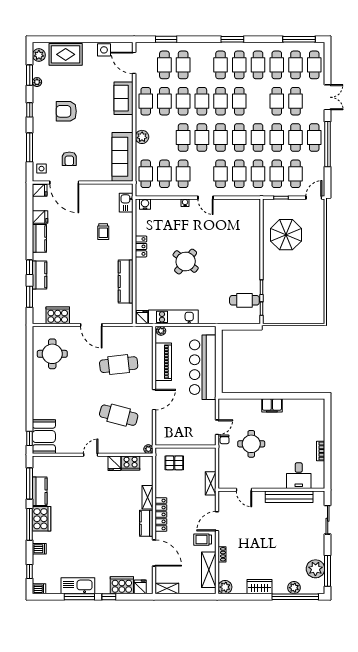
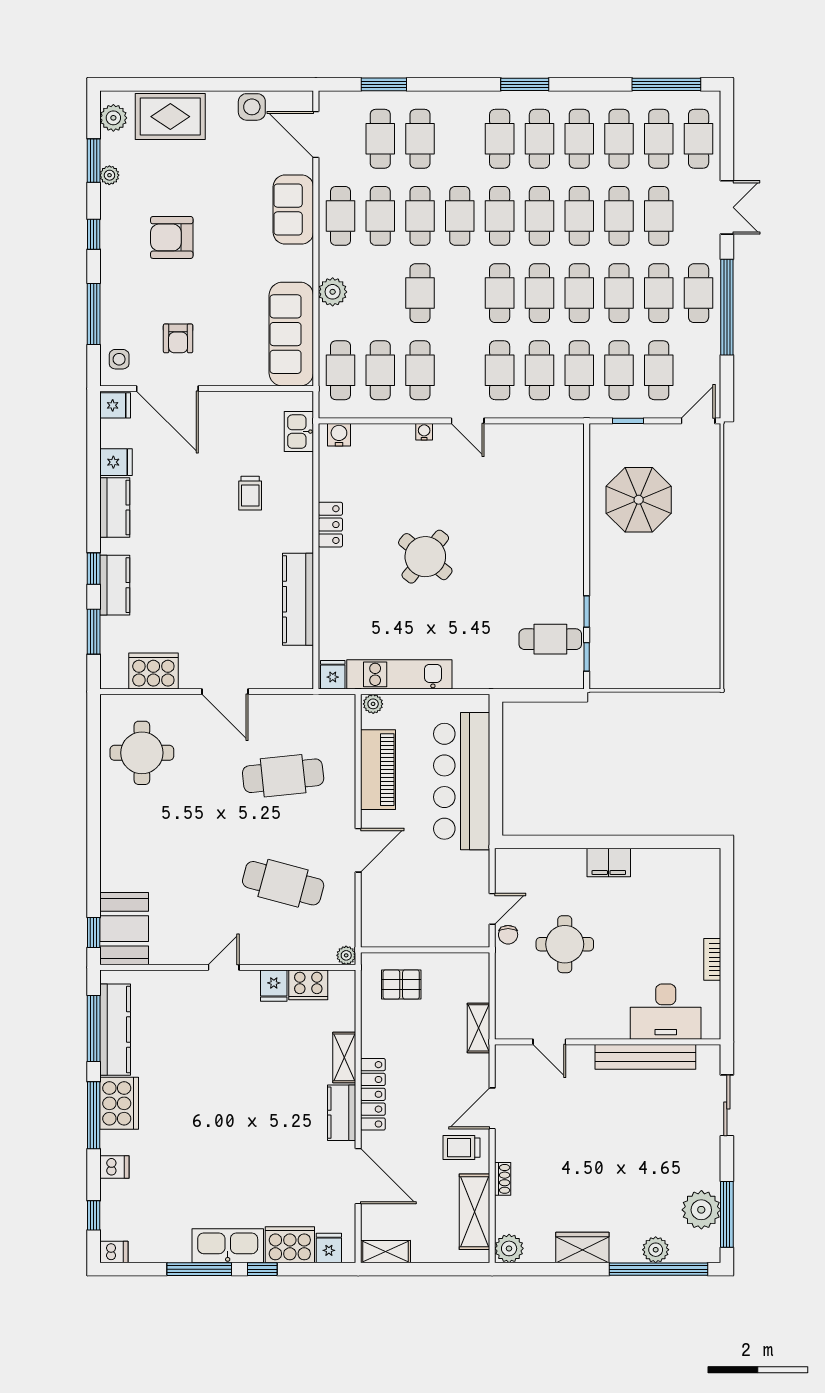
cafe table: (202, 138) -> (579, 216), moved
desk: (299, 476) -> (666, 1012), width x1.37
kitchen counter: (40, 491) -> (115, 1030), width x1.50
kitchen sink: (78, 586) -> (228, 1246), moved

